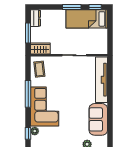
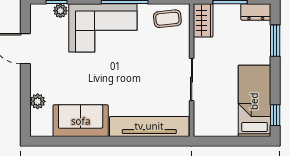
window: (72, 7) -> (275, 41), moved

